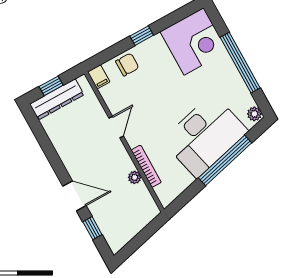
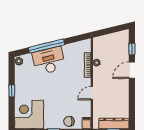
window: (240, 63) -> (12, 91), width x0.32
desk: (205, 136) -> (49, 61), width x0.73, depth x0.77
door: (74, 196) -> (132, 70), hinge flipped

